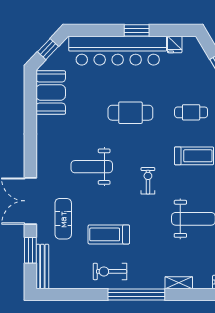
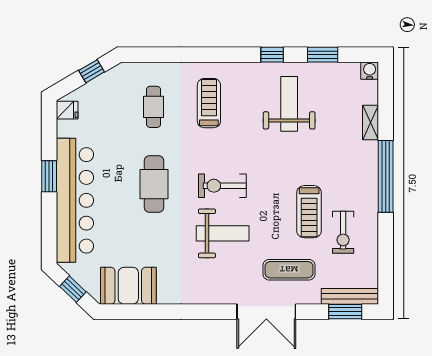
fridge: (175, 44) -> (67, 110), moved
weight bench: (92, 167) -> (223, 233), turned -90
exercise bike: (148, 181) -> (222, 186), moved, width x1.38, depth x1.39
window: (30, 250) -> (345, 312), moved
exercise bike: (110, 271) -> (343, 232), moved

